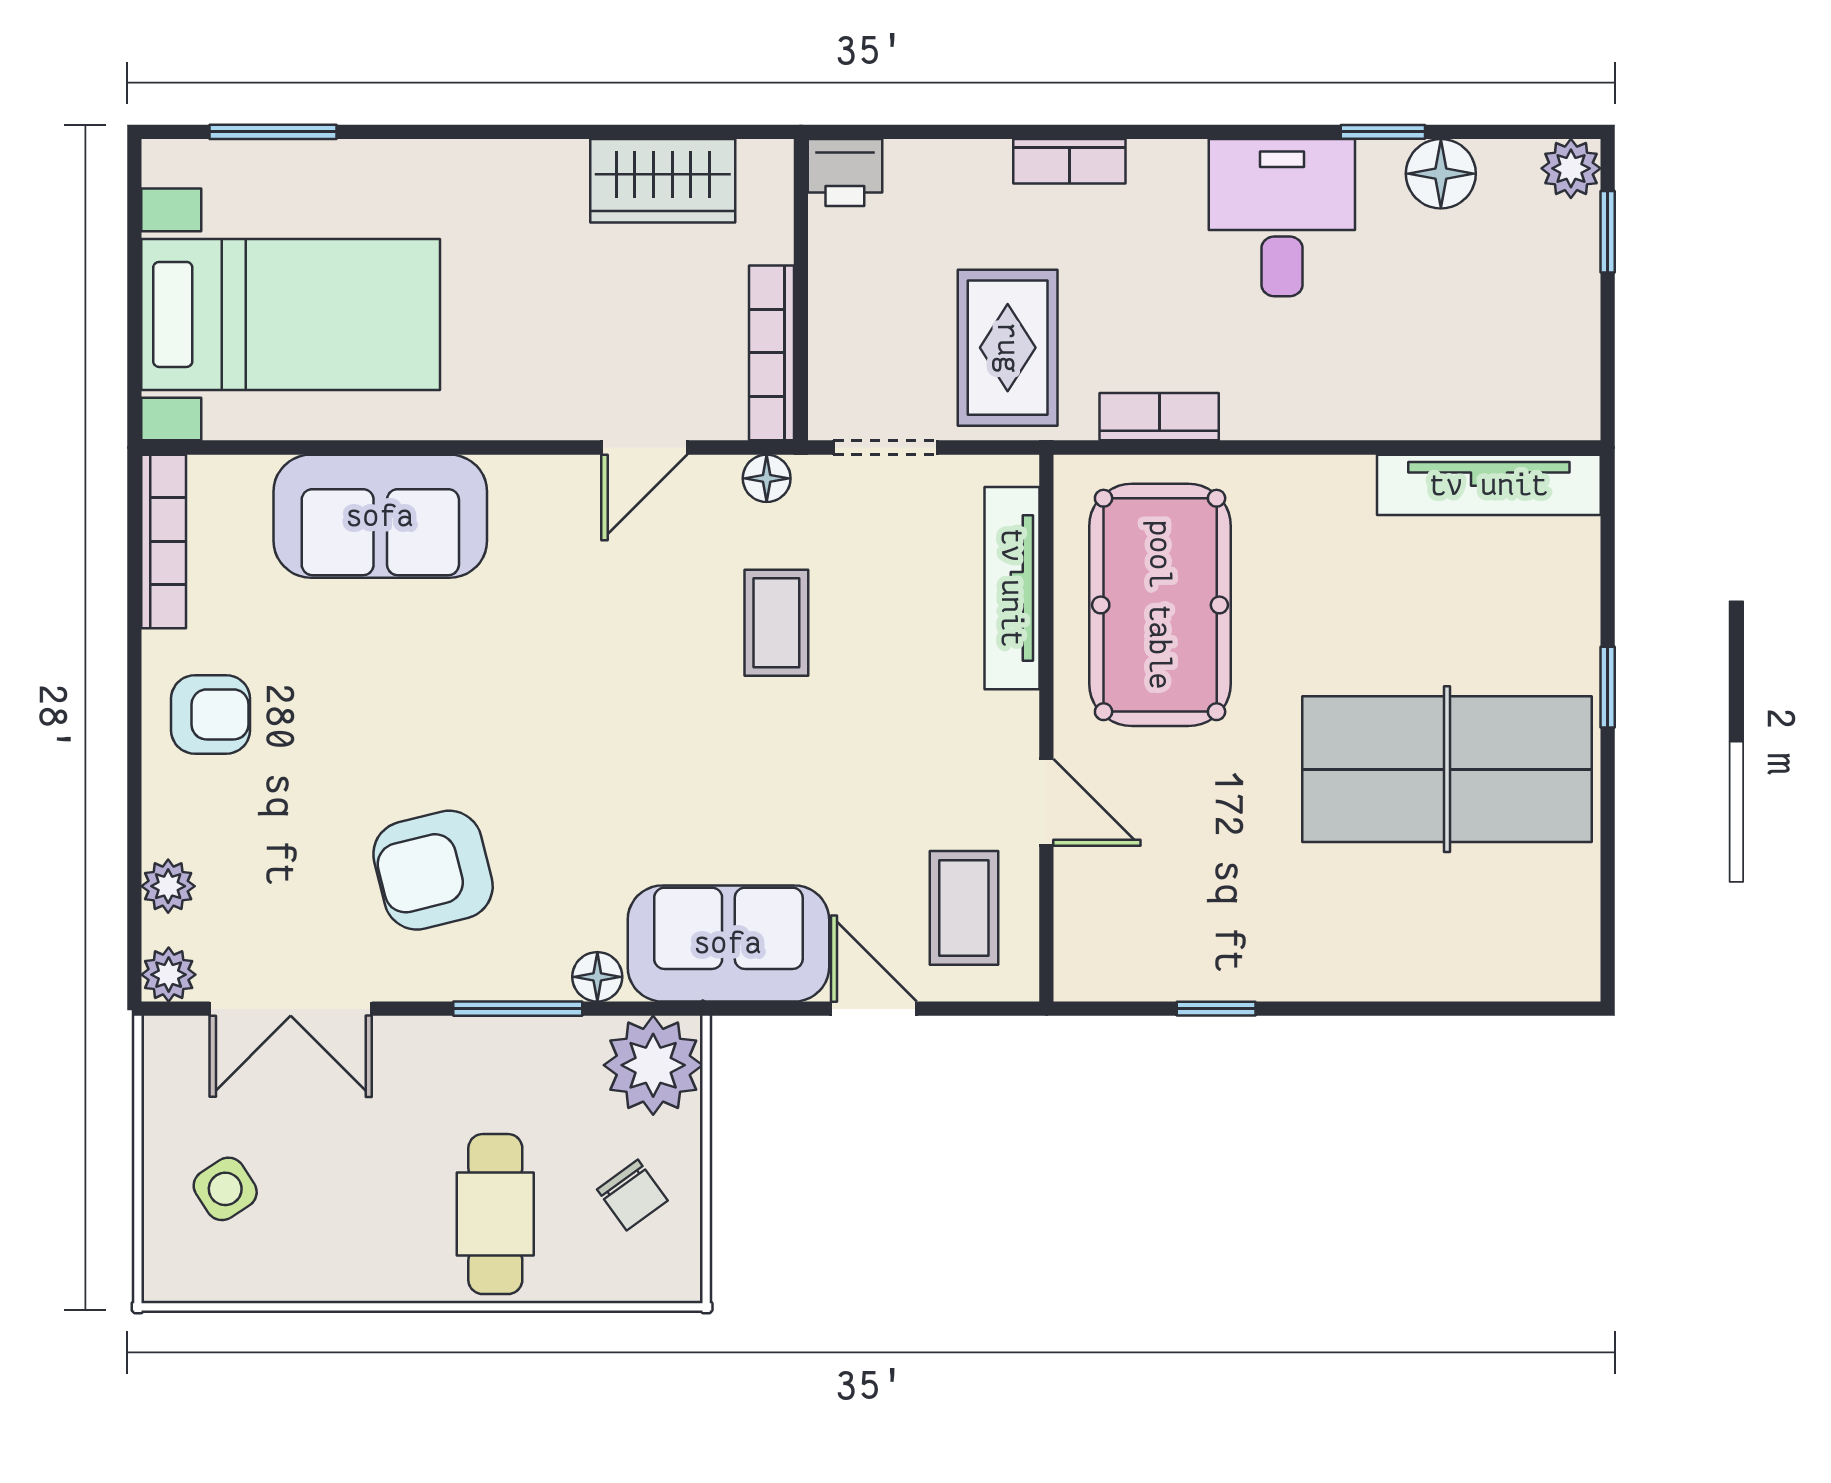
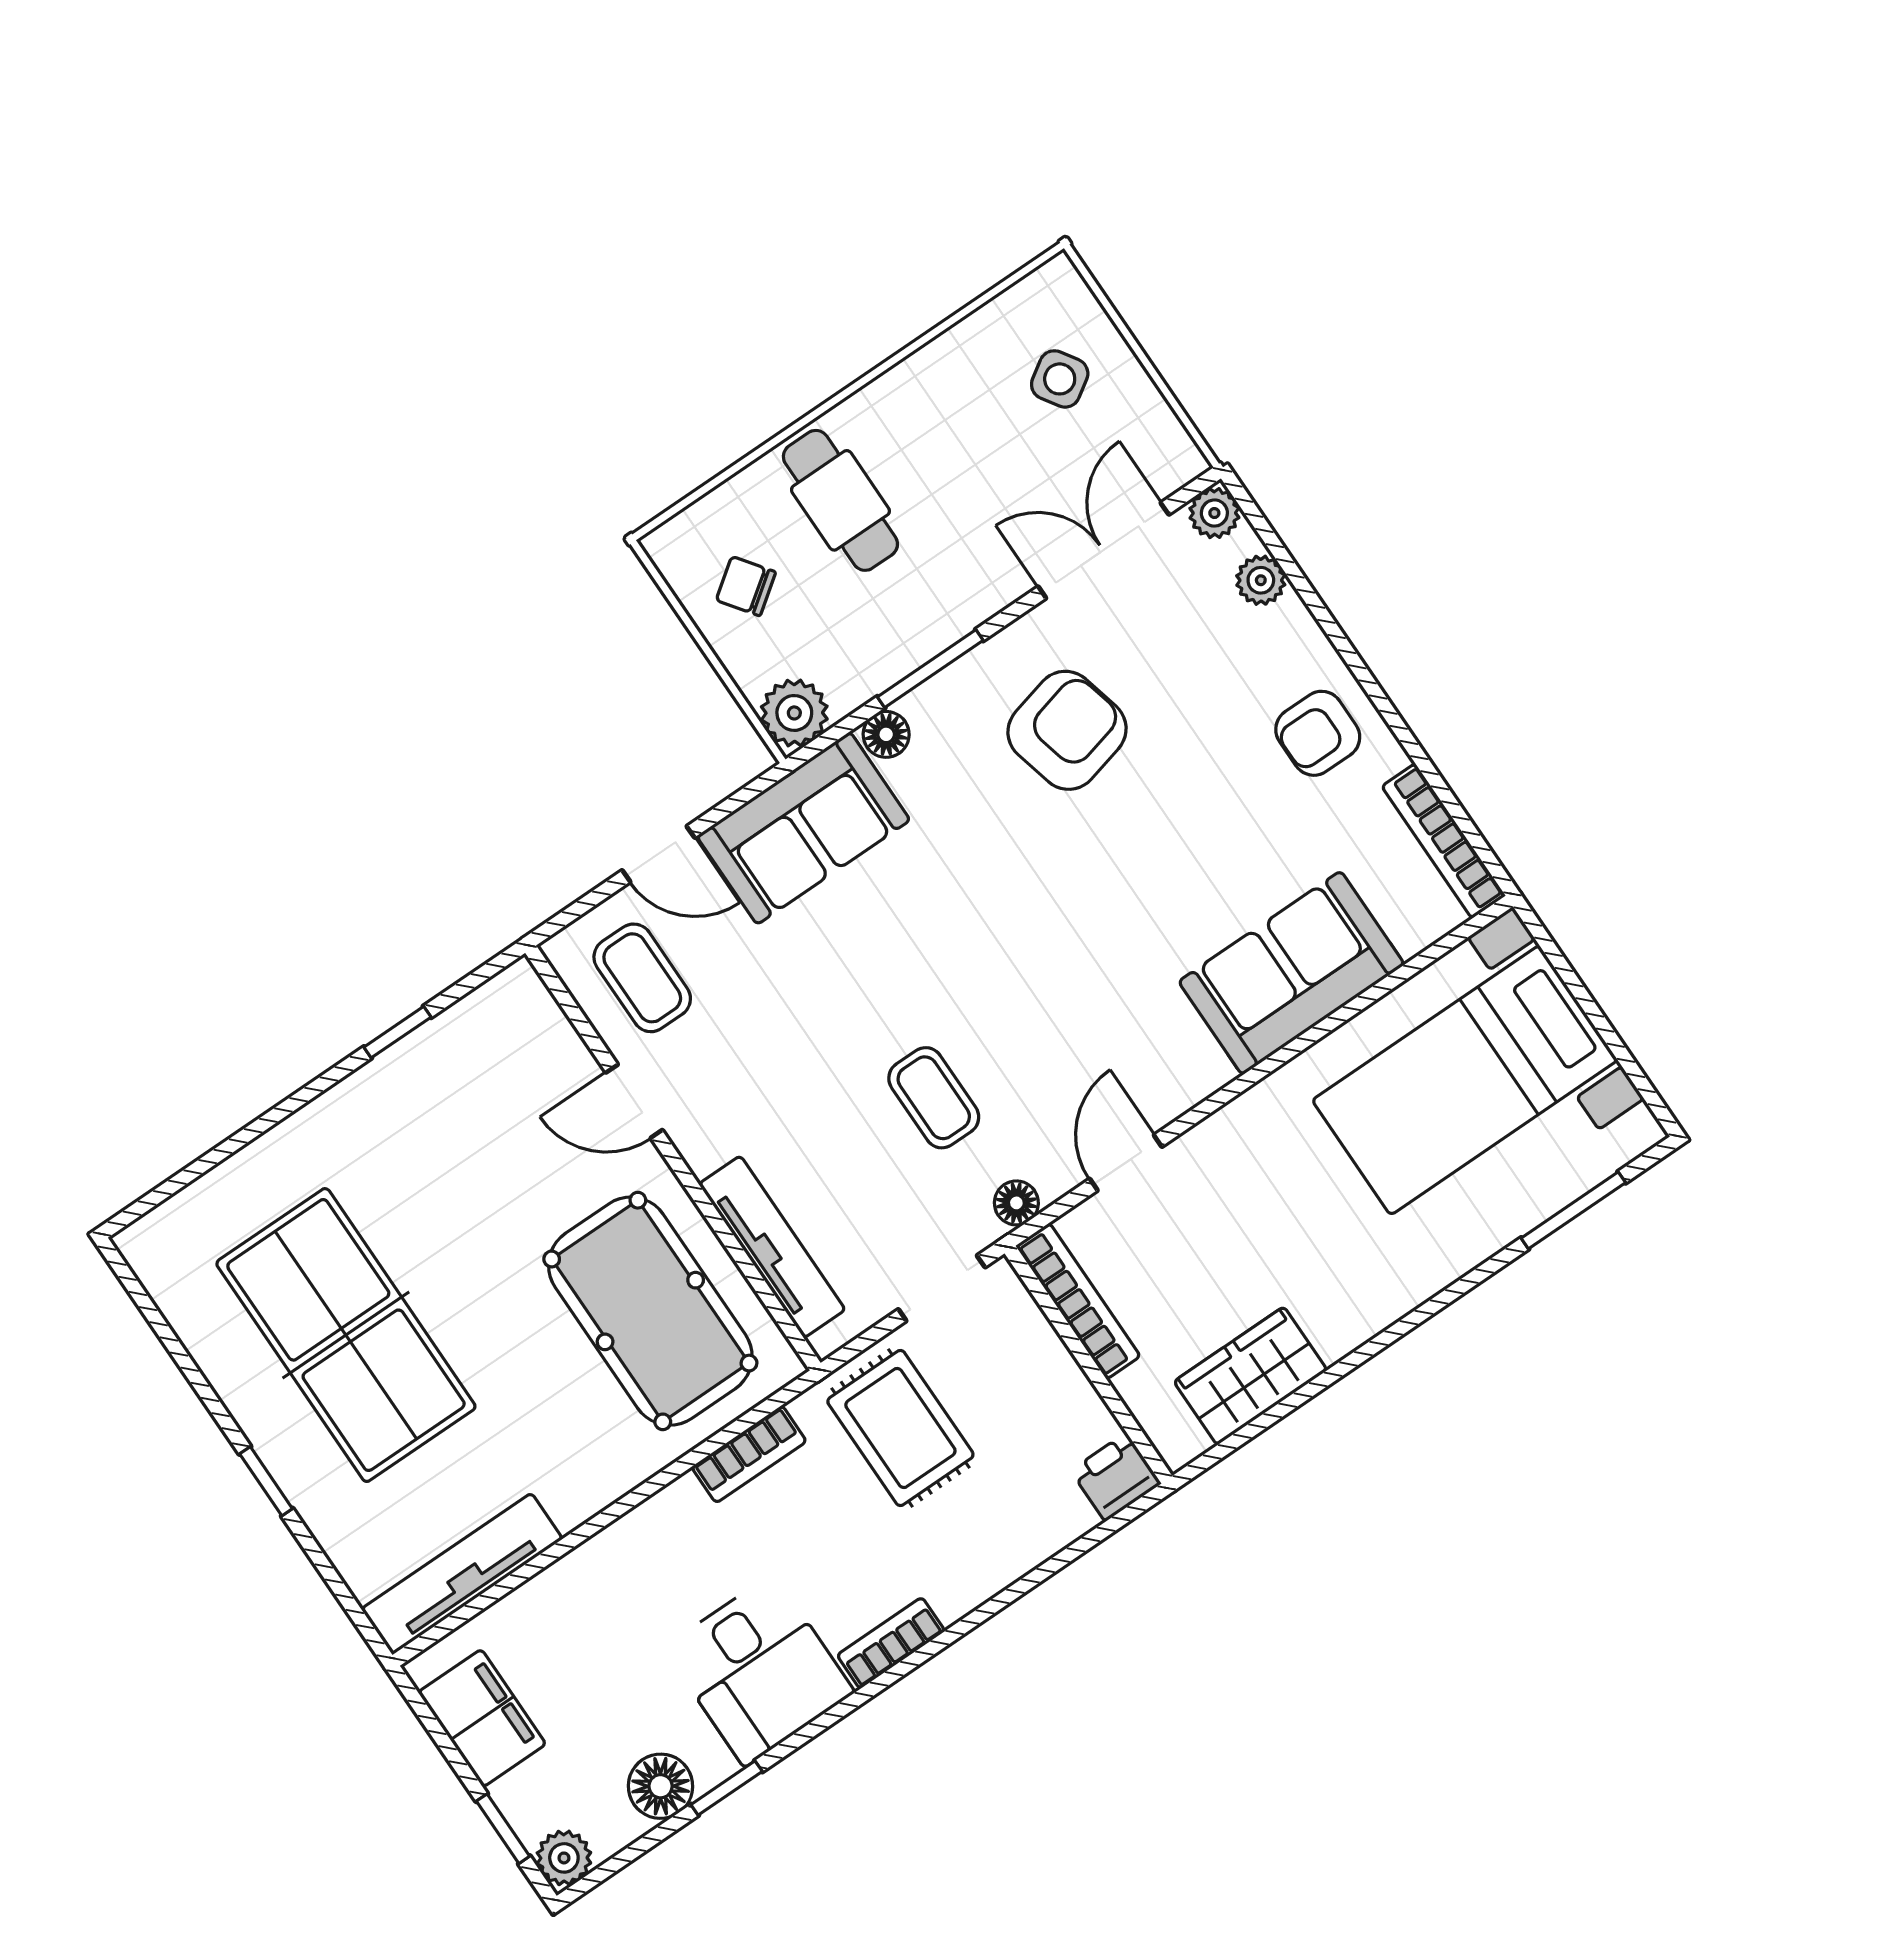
bookcase: (1069, 161) -> (891, 1643), moved
filing cabinet: (1559, 343) -> (482, 1718), added
table tennis table: (1447, 769) -> (346, 1335), turned 90
plant: (653, 1065) -> (794, 713), width x0.73, depth x0.73

